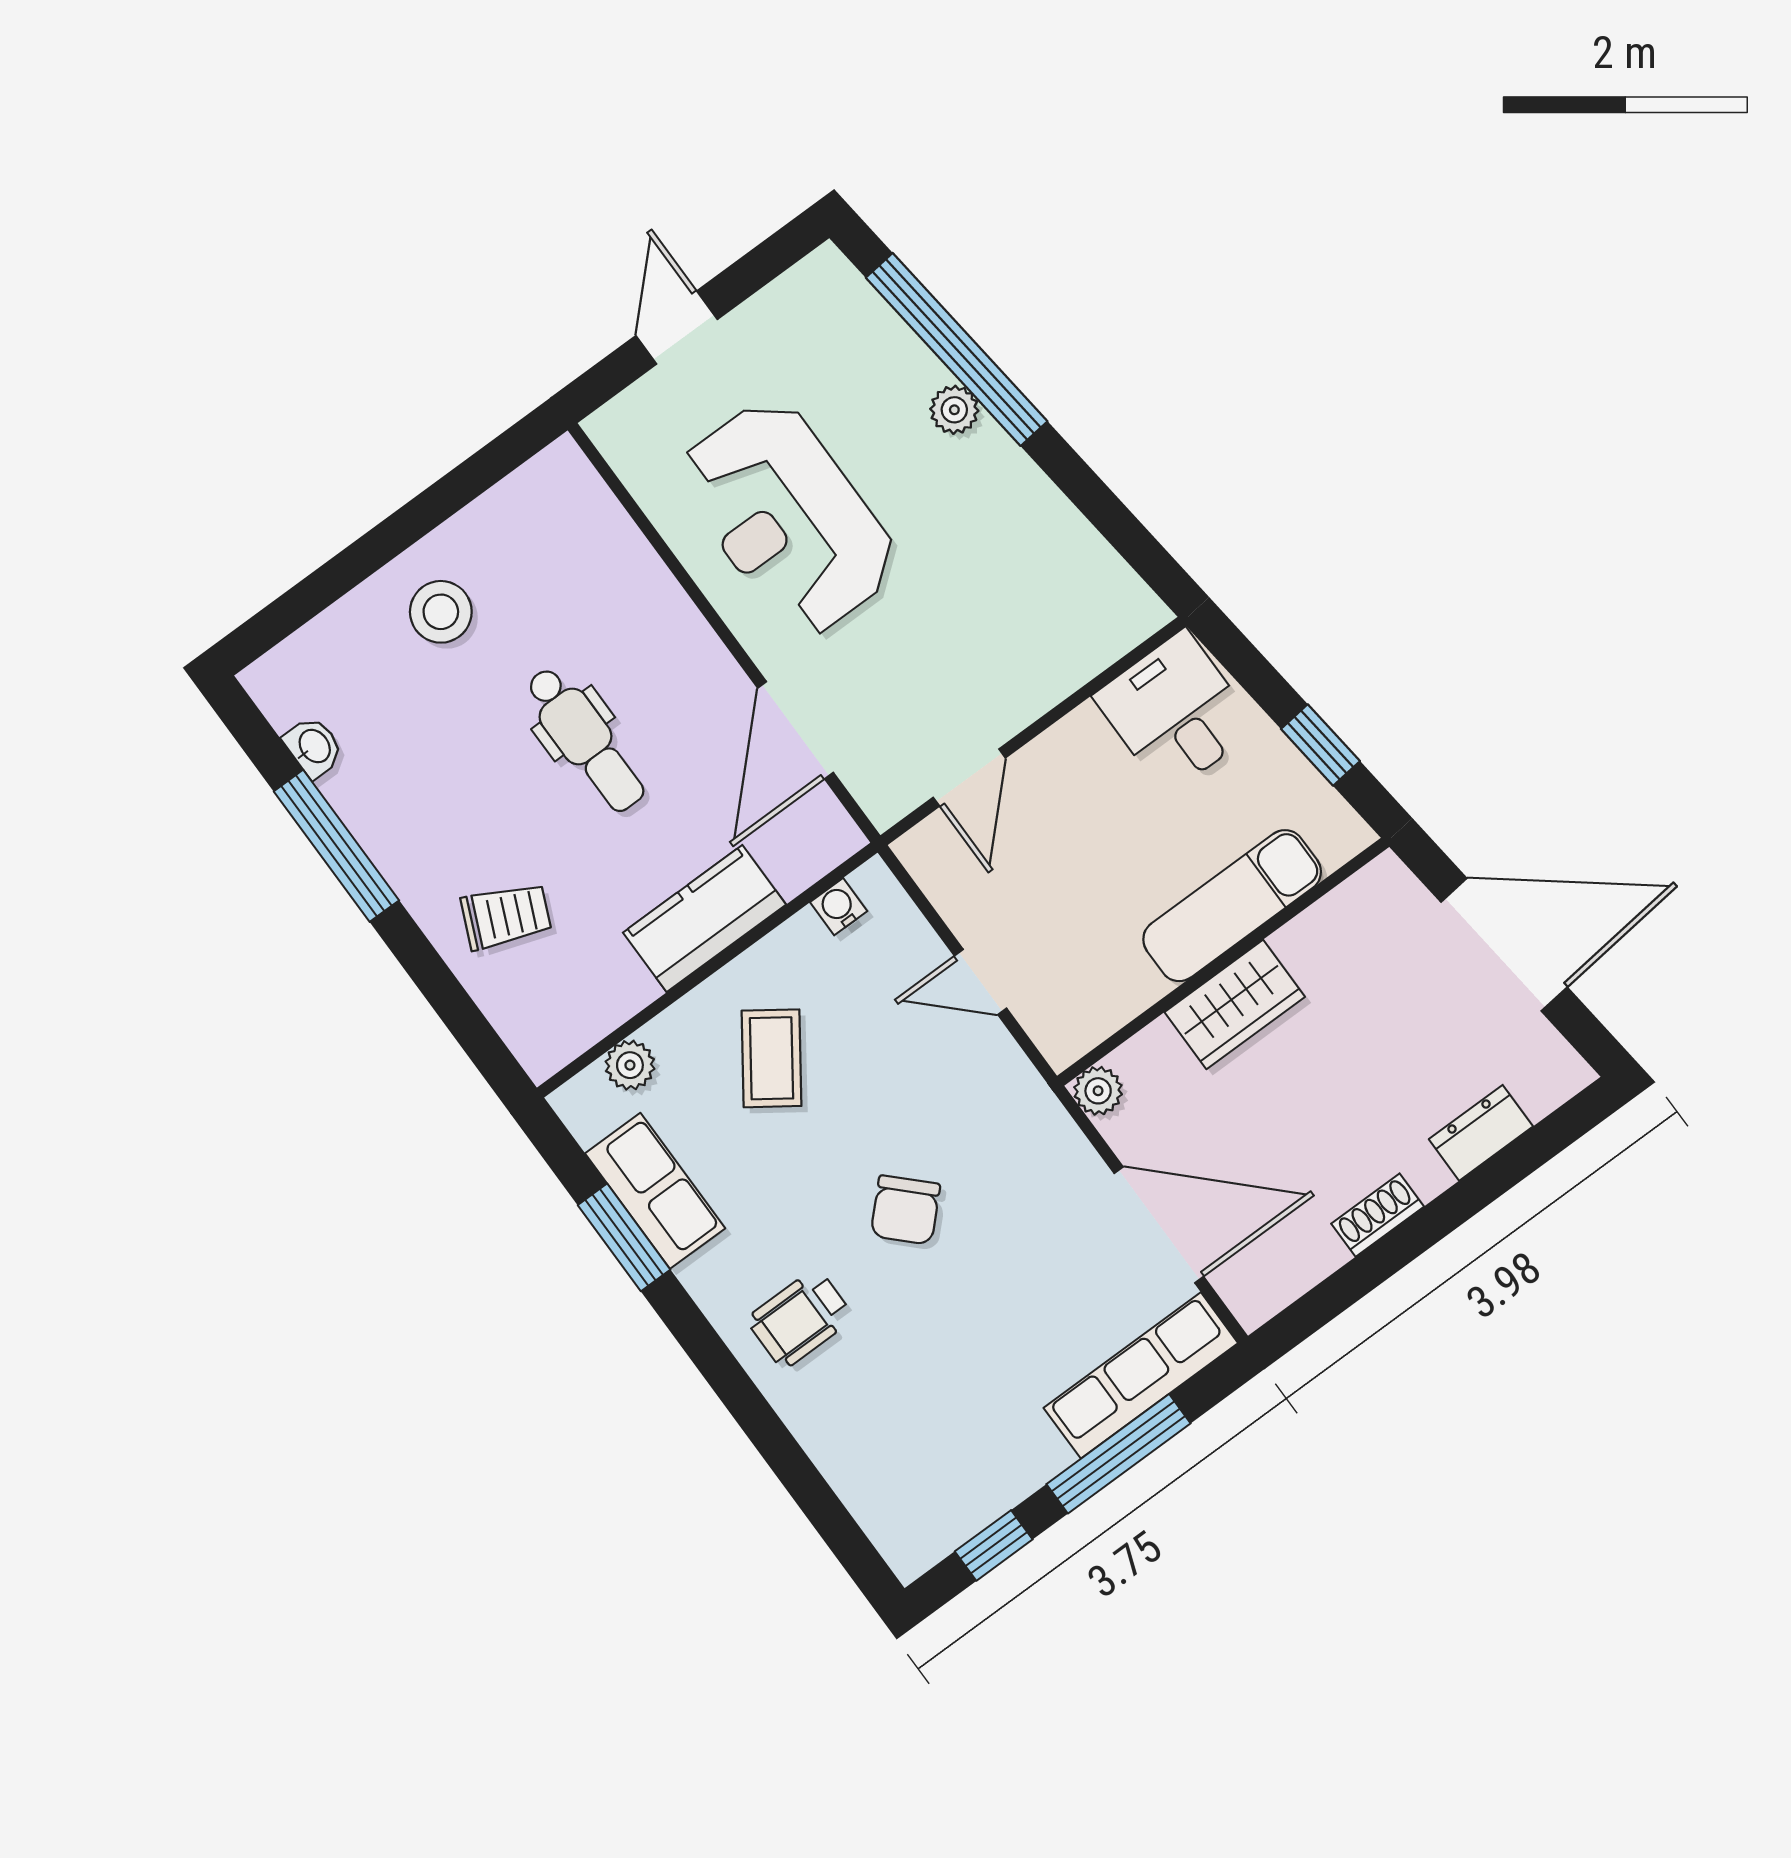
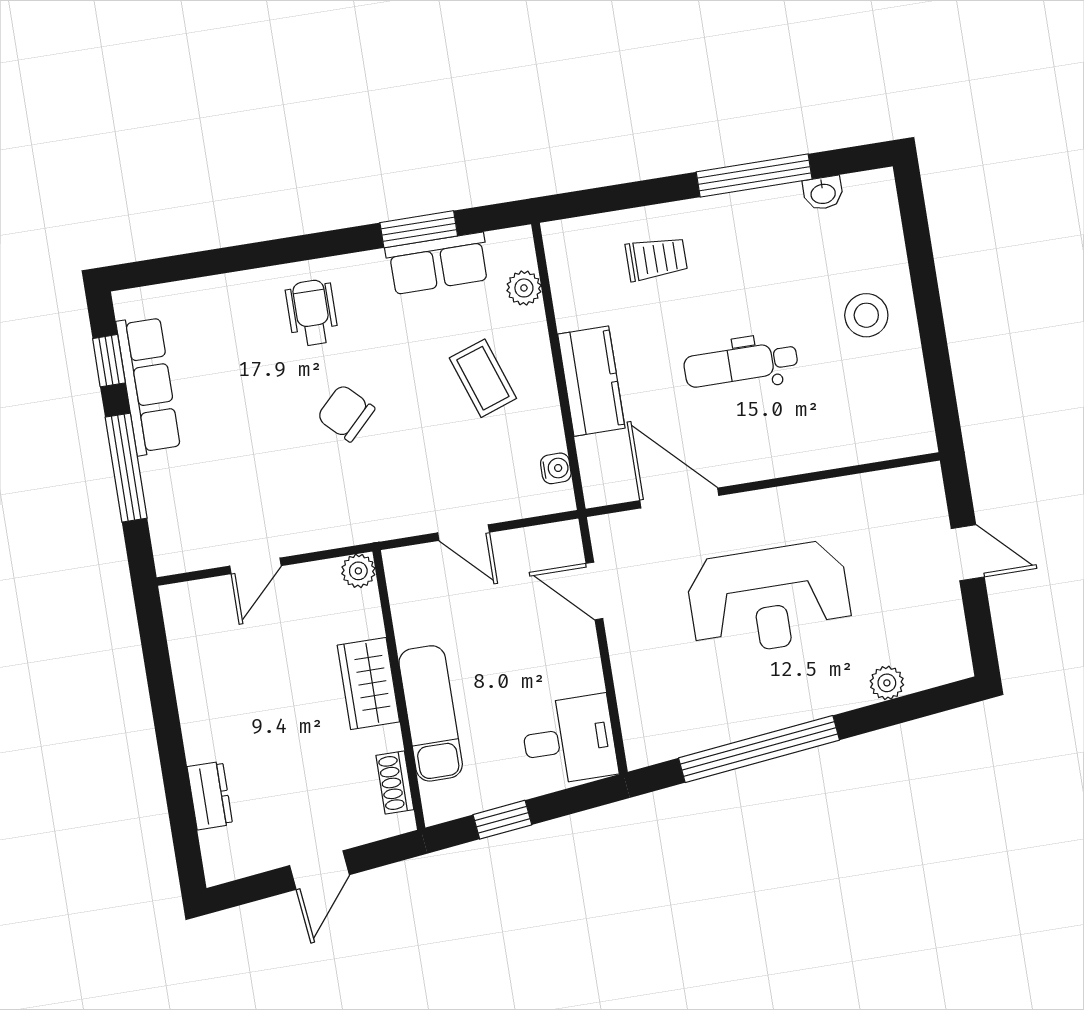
window: (957, 349) -> (759, 749), moved
plant: (954, 410) -> (887, 683), moved
reception desk: (788, 518) -> (769, 599), moved, turned 180
trolley: (506, 916) -> (656, 259), turned -114
door: (1504, 945) -> (320, 870), width x0.53
door: (981, 982) -> (464, 533), swing flipped
coffee table: (772, 1058) -> (483, 378), turned 36
shoe rack: (1378, 1215) -> (395, 782), moved, turned 180
door: (1159, 1225) -> (255, 566), width x0.53
row of seats: (1141, 1375) -> (148, 385), moved

